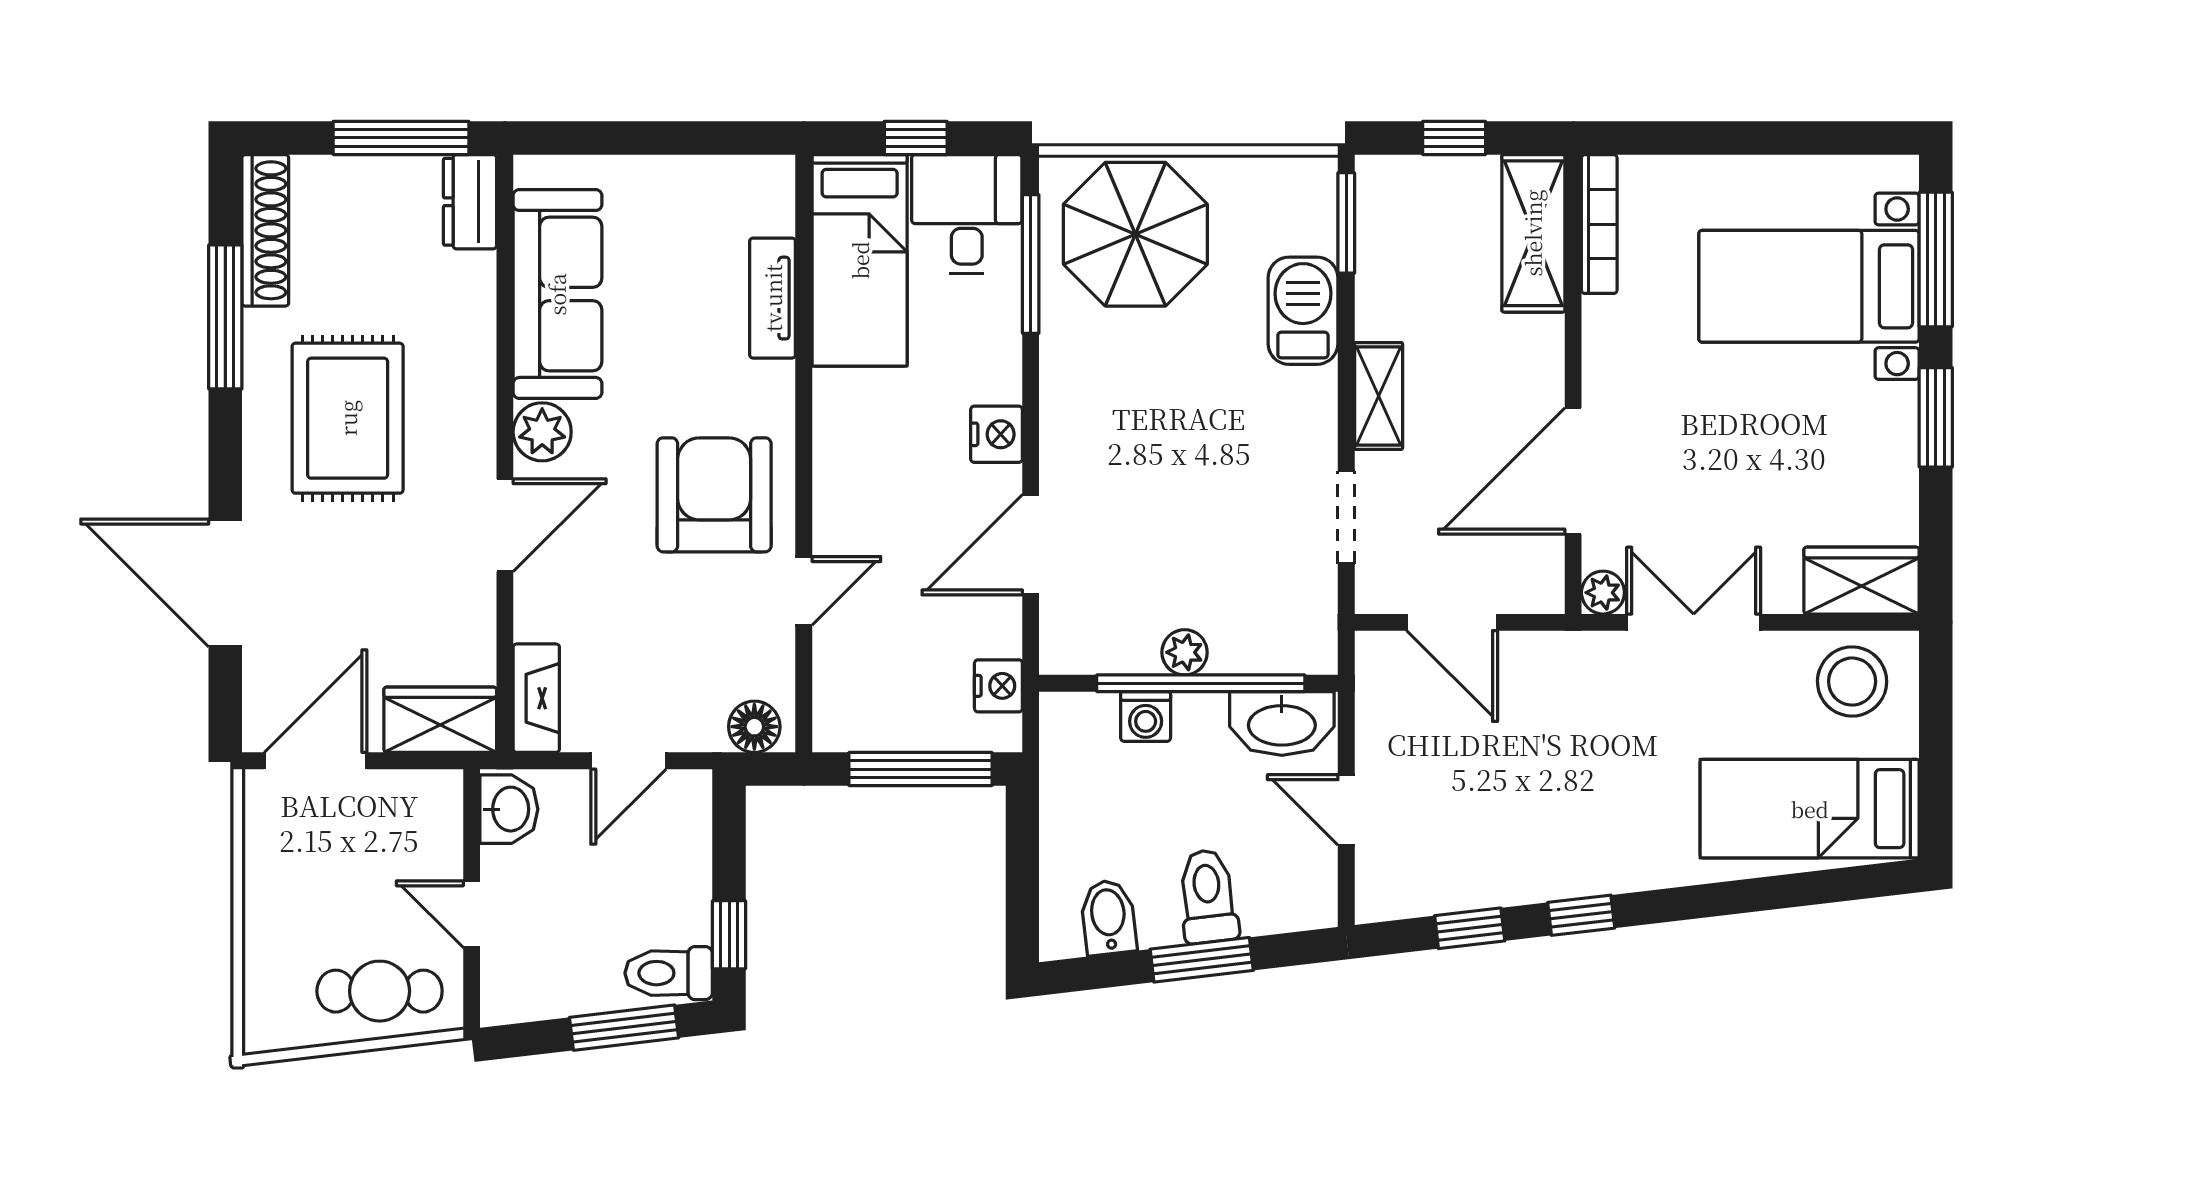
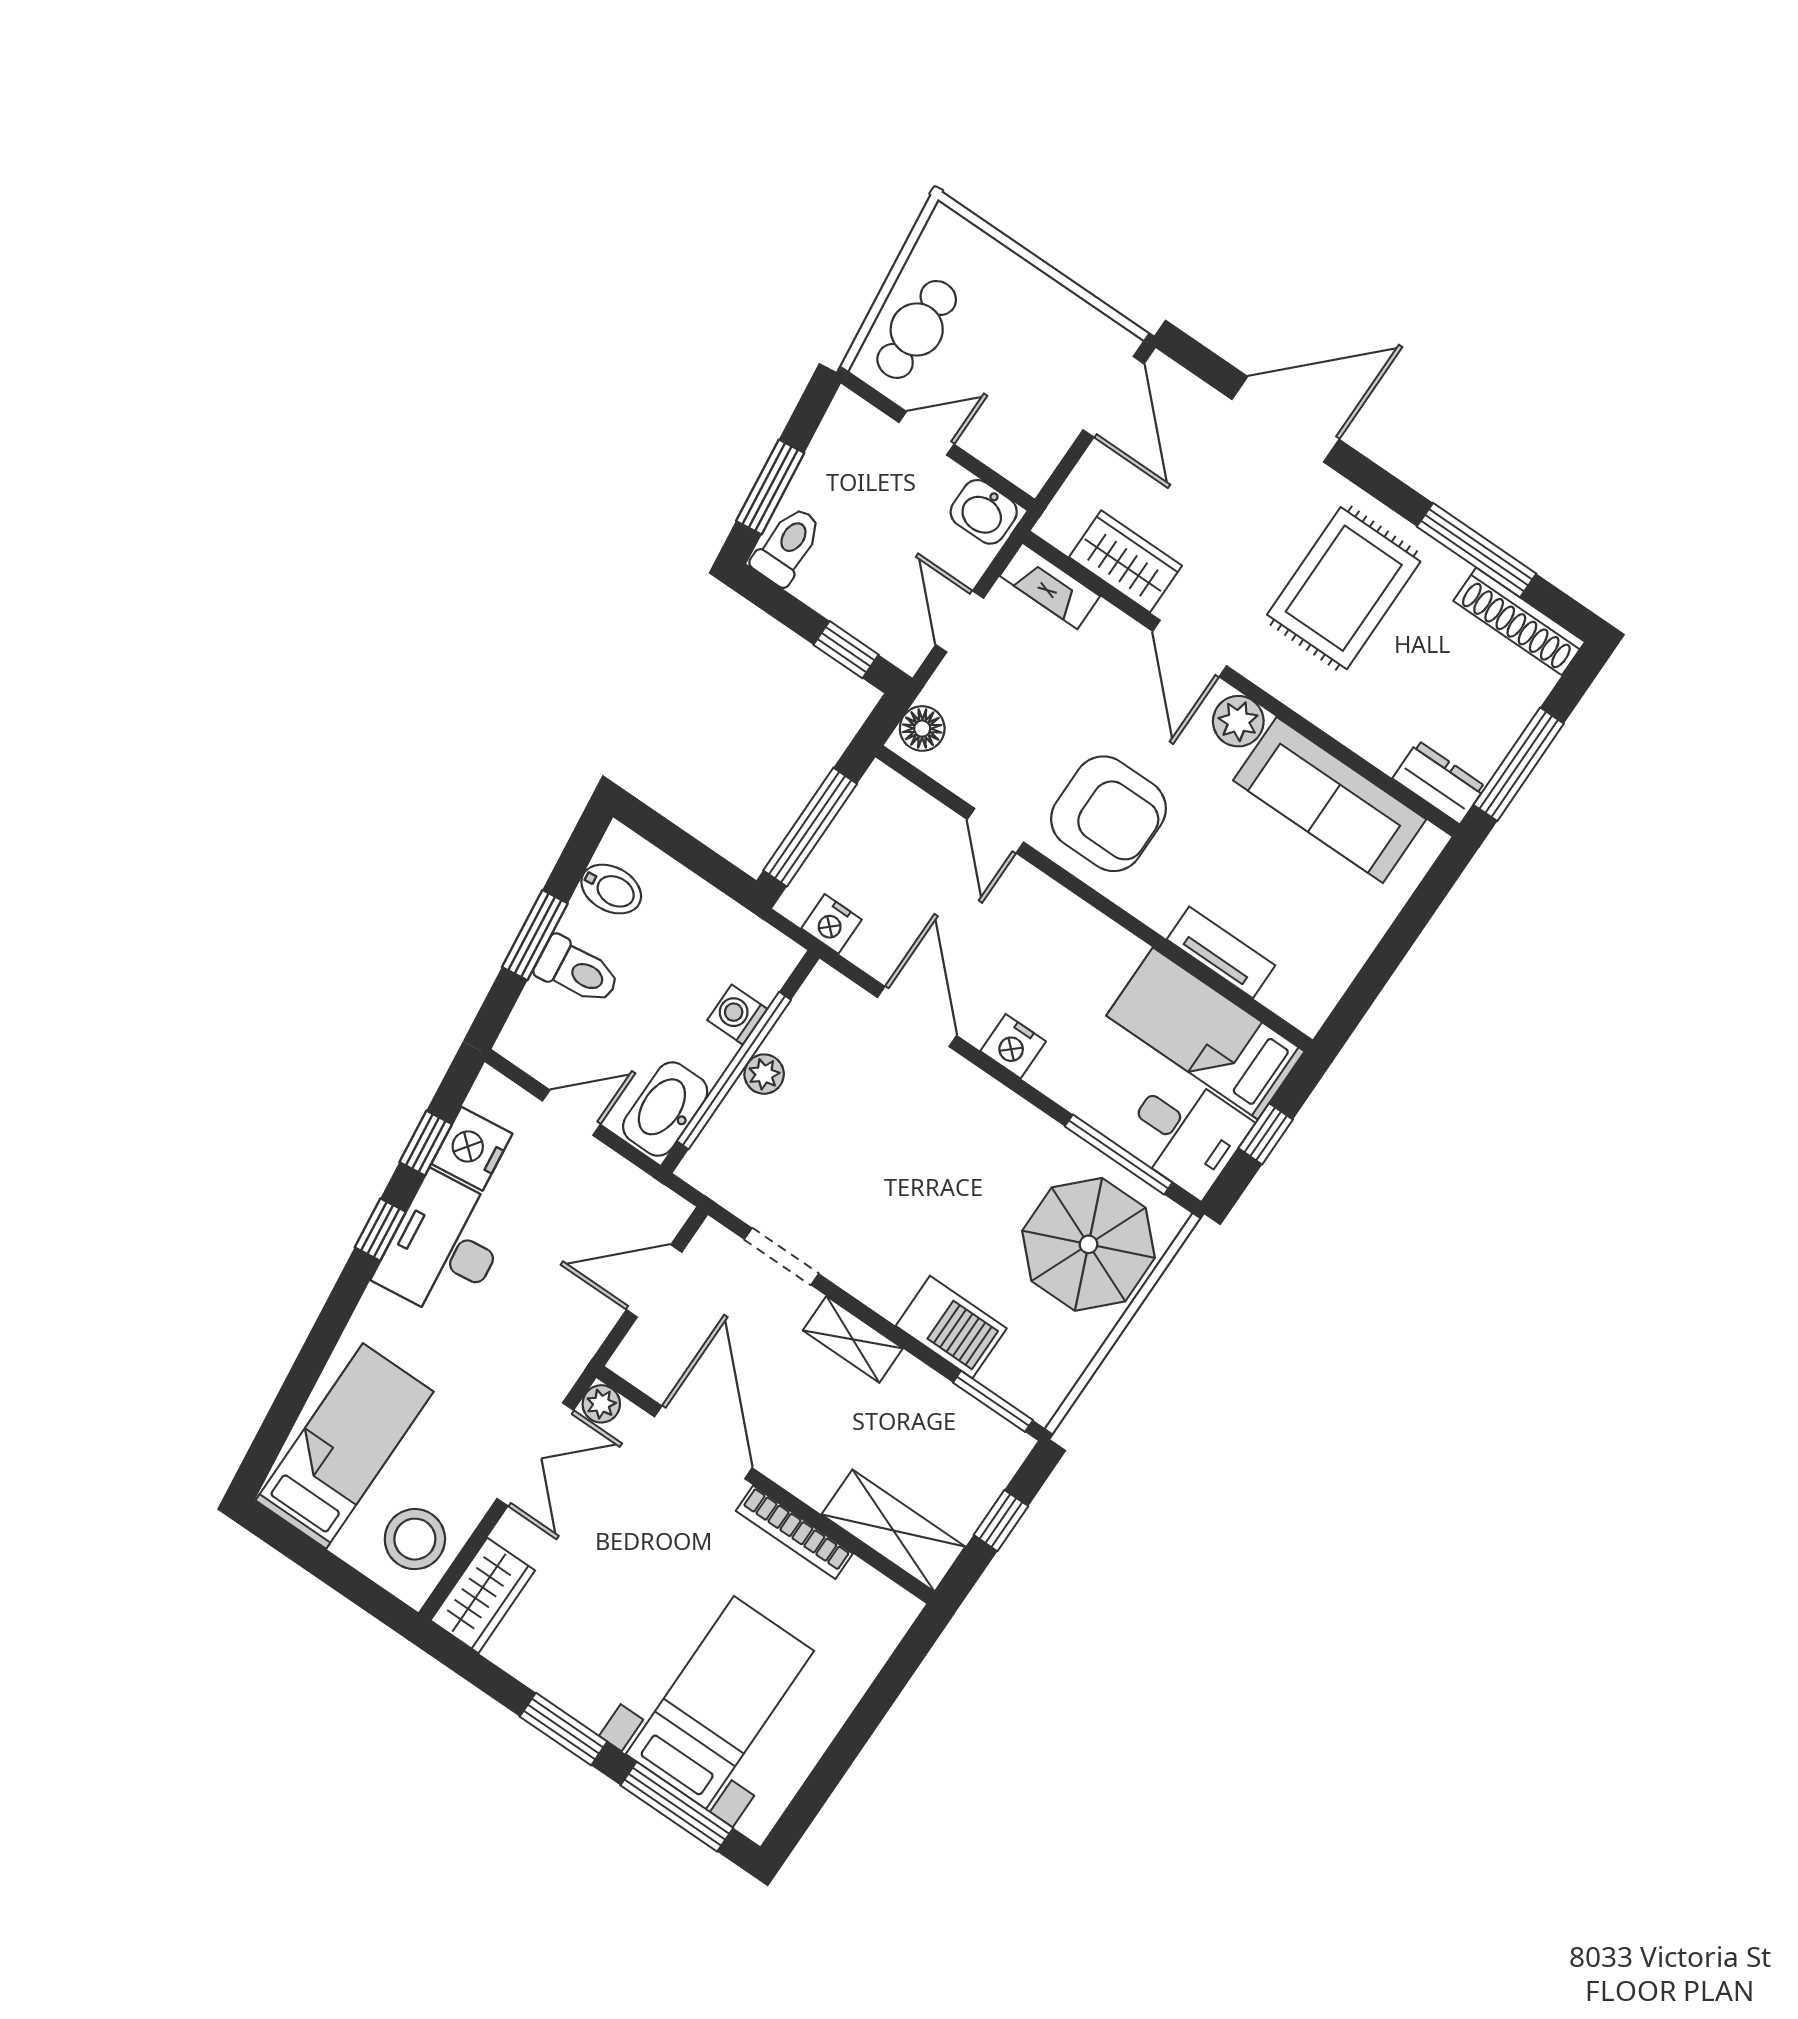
bookcase: (1599, 224) -> (794, 1532), moved
rug: (348, 418) -> (1344, 588), turned 90
wardrobe: (440, 720) -> (1125, 561), moved, turned -90
desk: (1556, 844) -> (444, 1247), added
nightstand: (1445, 881) -> (472, 1149), added
window: (729, 935) -> (846, 650), moved

